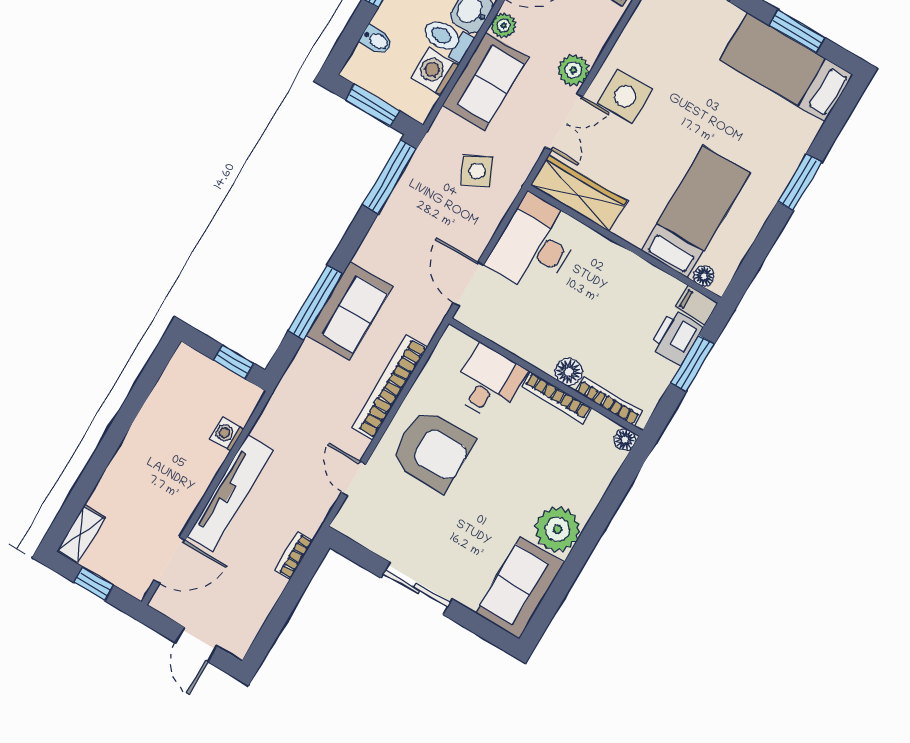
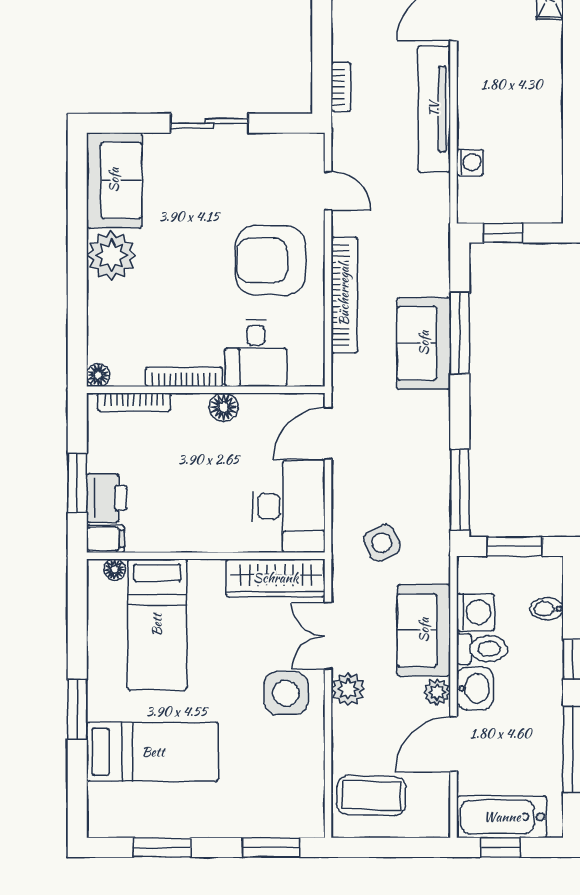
bed: (786, 67) -> (153, 752), moved
door: (468, 284) -> (328, 433), swing flipped
floor lamp: (569, 372) -> (223, 407), moved

